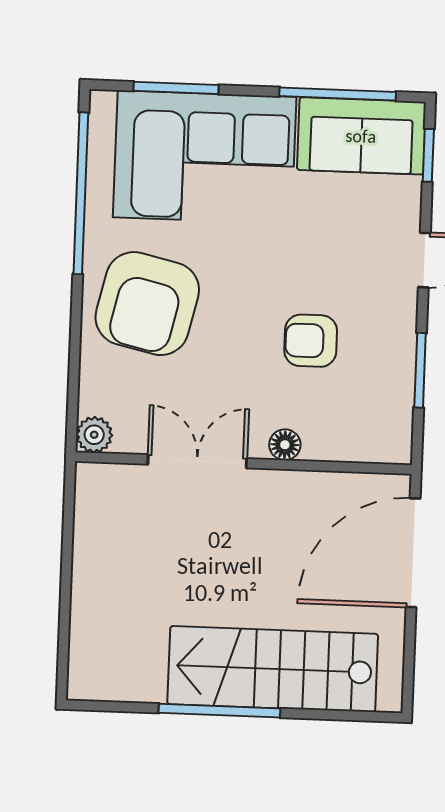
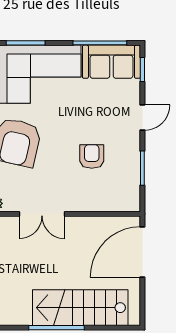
armchair: (311, 341) -> (92, 156), turned 90
floor lamp: (285, 445) -> (82, 205), removed
double door: (197, 461) -> (42, 214), swing flipped

